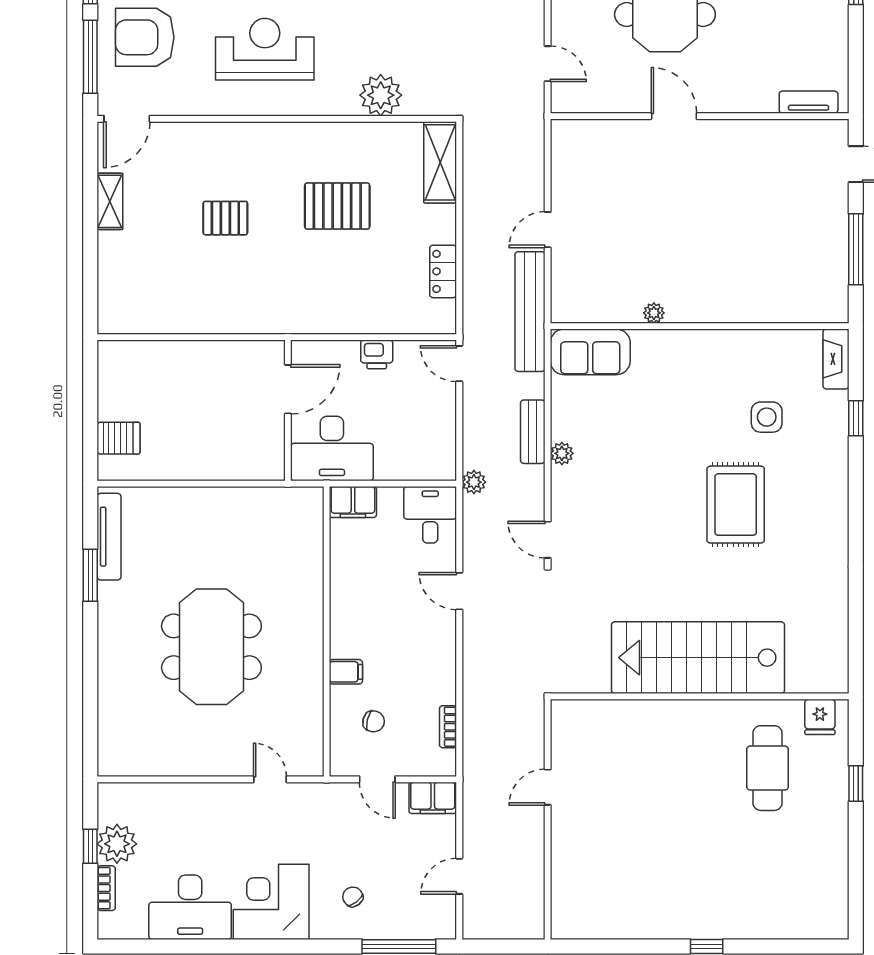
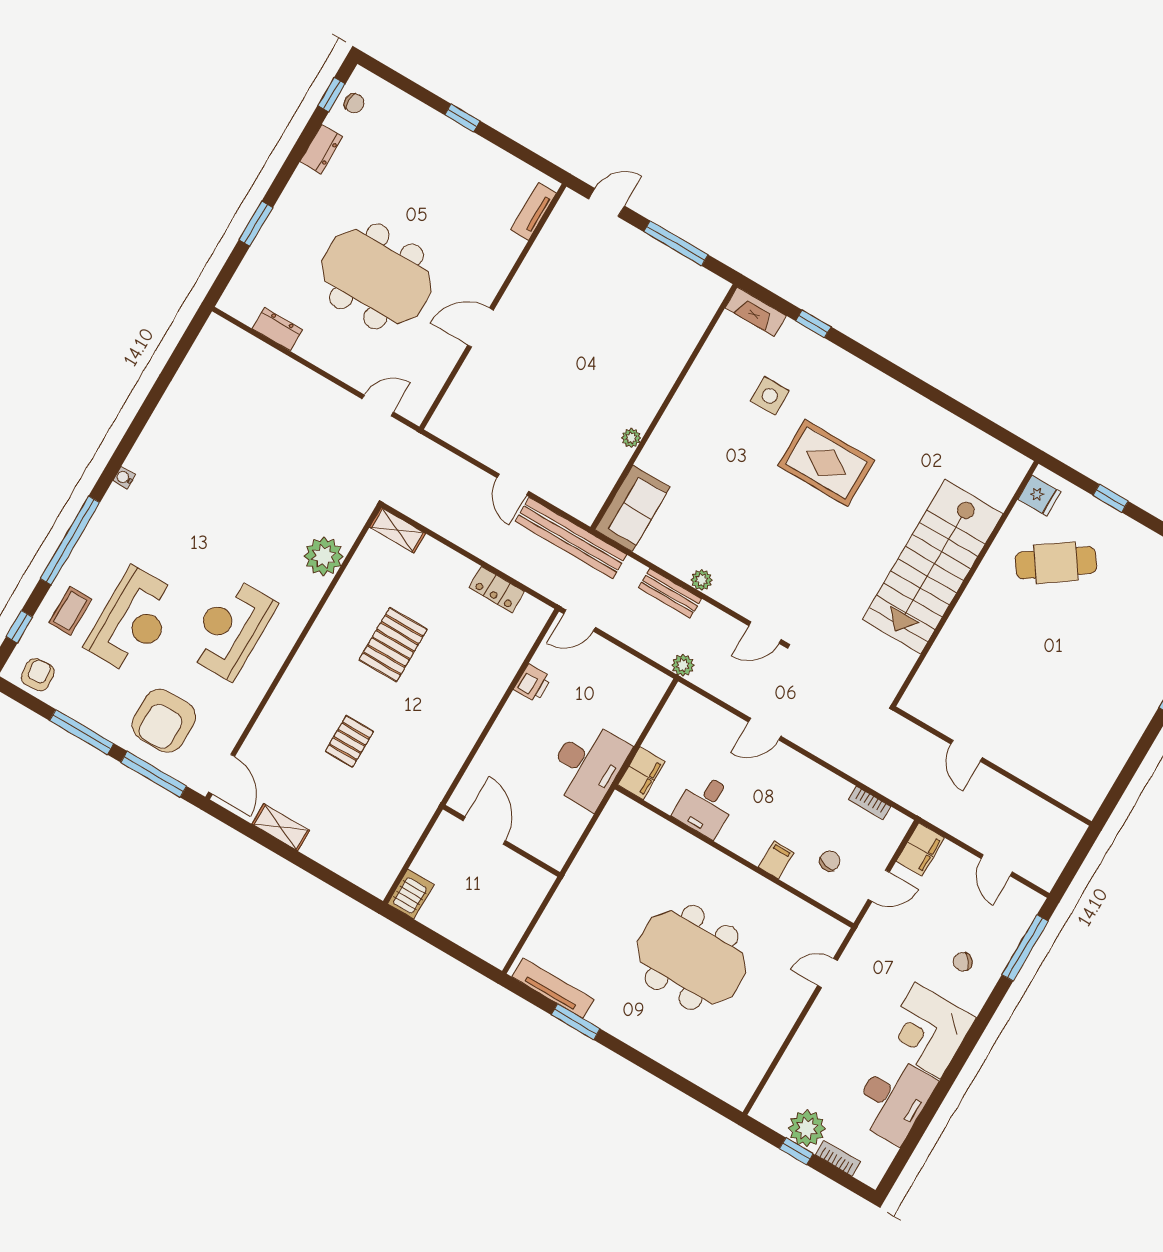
shelving: (440, 162) -> (398, 530), width x0.67, depth x0.75
door: (288, 389) -> (484, 831), moved
wall: (288, 410) -> (501, 841), moved
server rack: (119, 438) -> (411, 894), moved
desk: (430, 515) -> (705, 805), moved, turned -90
cafe table: (768, 768) -> (1056, 563), turned -35

